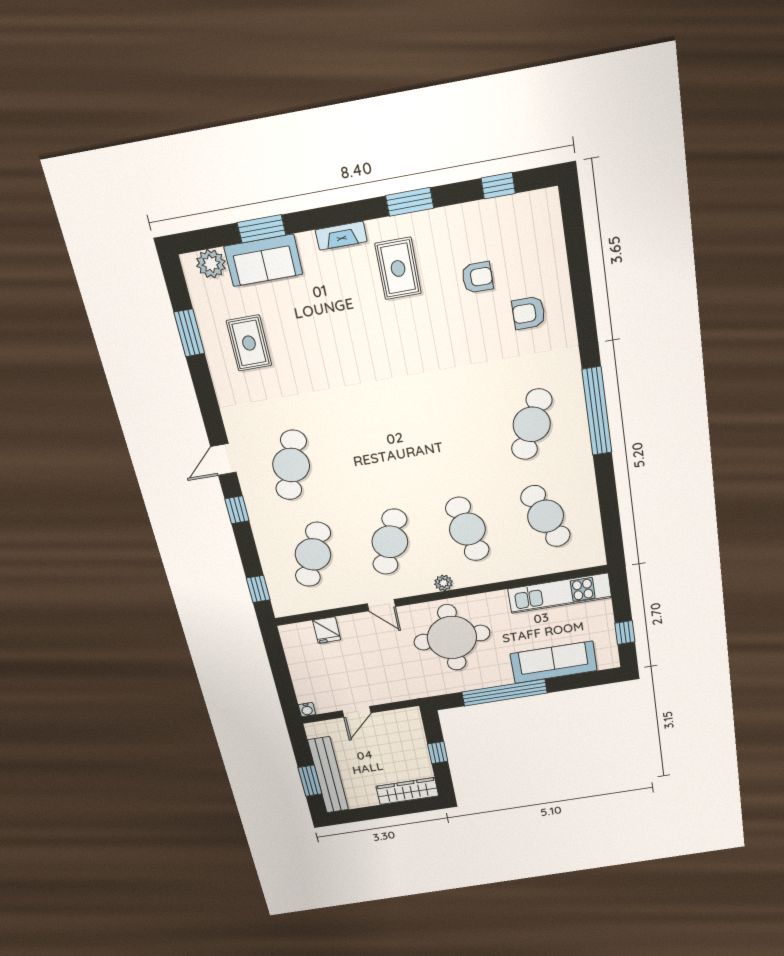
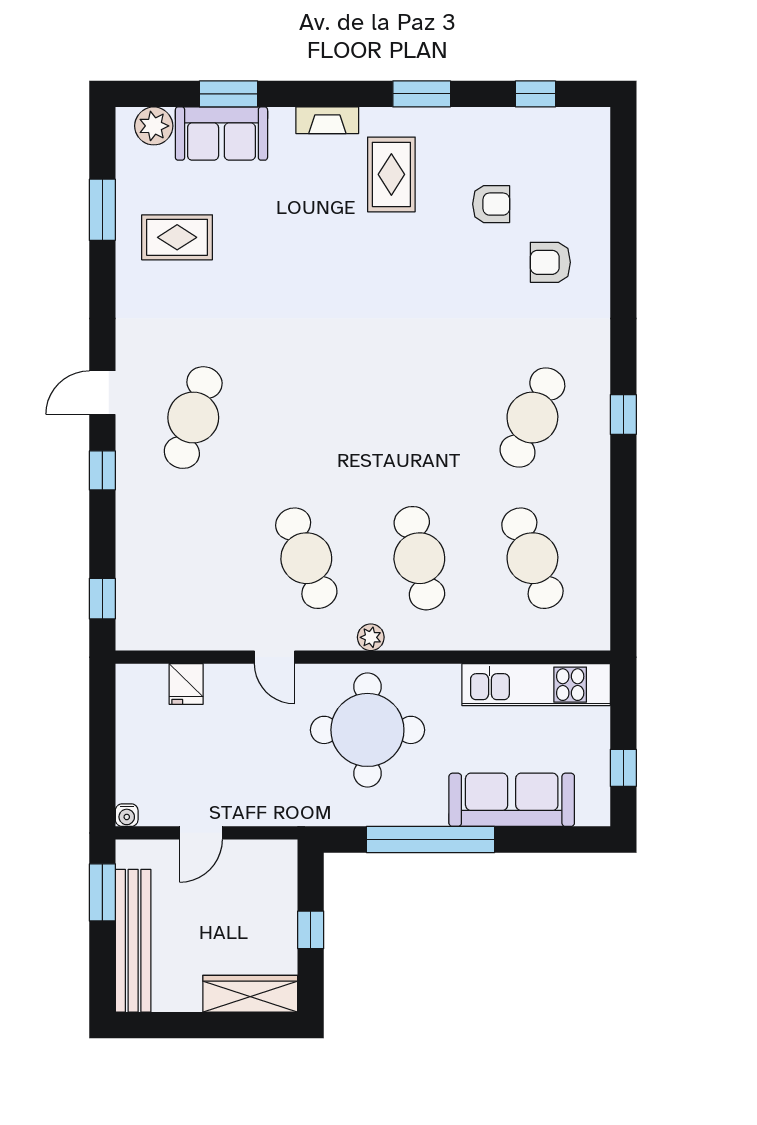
rug: (249, 343) -> (177, 237), turned 90
window: (597, 411) -> (623, 415), width x0.32
cafe table: (390, 542) -> (306, 558), turned -42
cafe table: (313, 554) -> (193, 558), removed
window: (310, 781) -> (102, 892), moved

